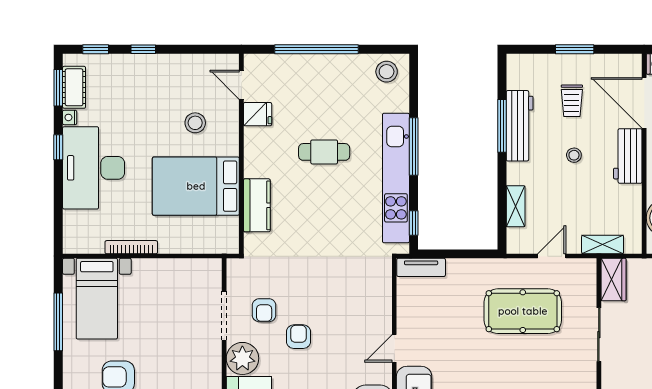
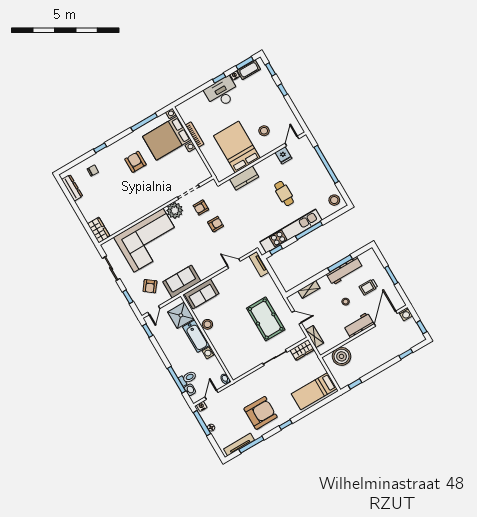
desk: (93, 168) -> (222, 93), width x0.73, depth x0.77
bed with nightstands: (97, 299) -> (167, 138), width x1.36
armchair: (298, 337) -> (216, 224), moved
door: (394, 348) -> (234, 264), moved

